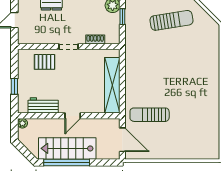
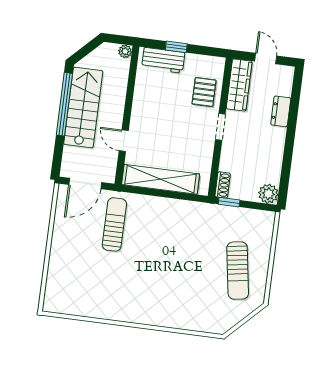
window: (122, 17) -> (229, 202), moved
wardrobe: (36, 37) -> (239, 85), added
shoe rack: (95, 40) -> (223, 185), moved
workbench: (43, 105) -> (163, 60), moved, turned 90
door: (73, 116) -> (124, 141), moved

